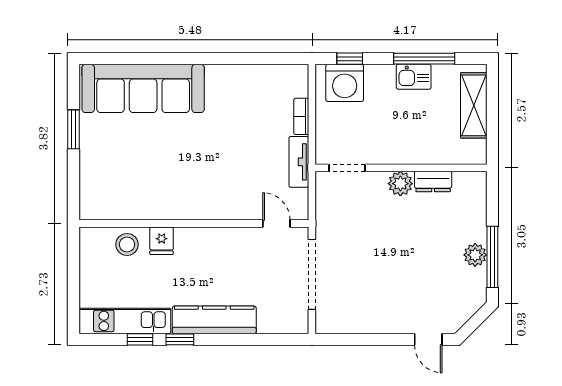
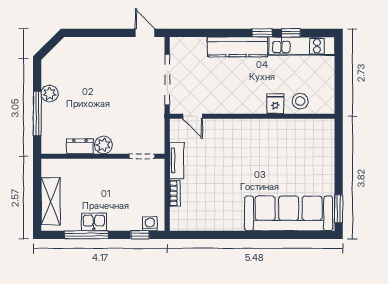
washing machine: (345, 83) -> (150, 224), width x0.53, depth x0.53
window: (73, 129) -> (339, 209), moved
window: (492, 257) -> (37, 114), moved
door: (428, 339) -> (145, 33), moved

